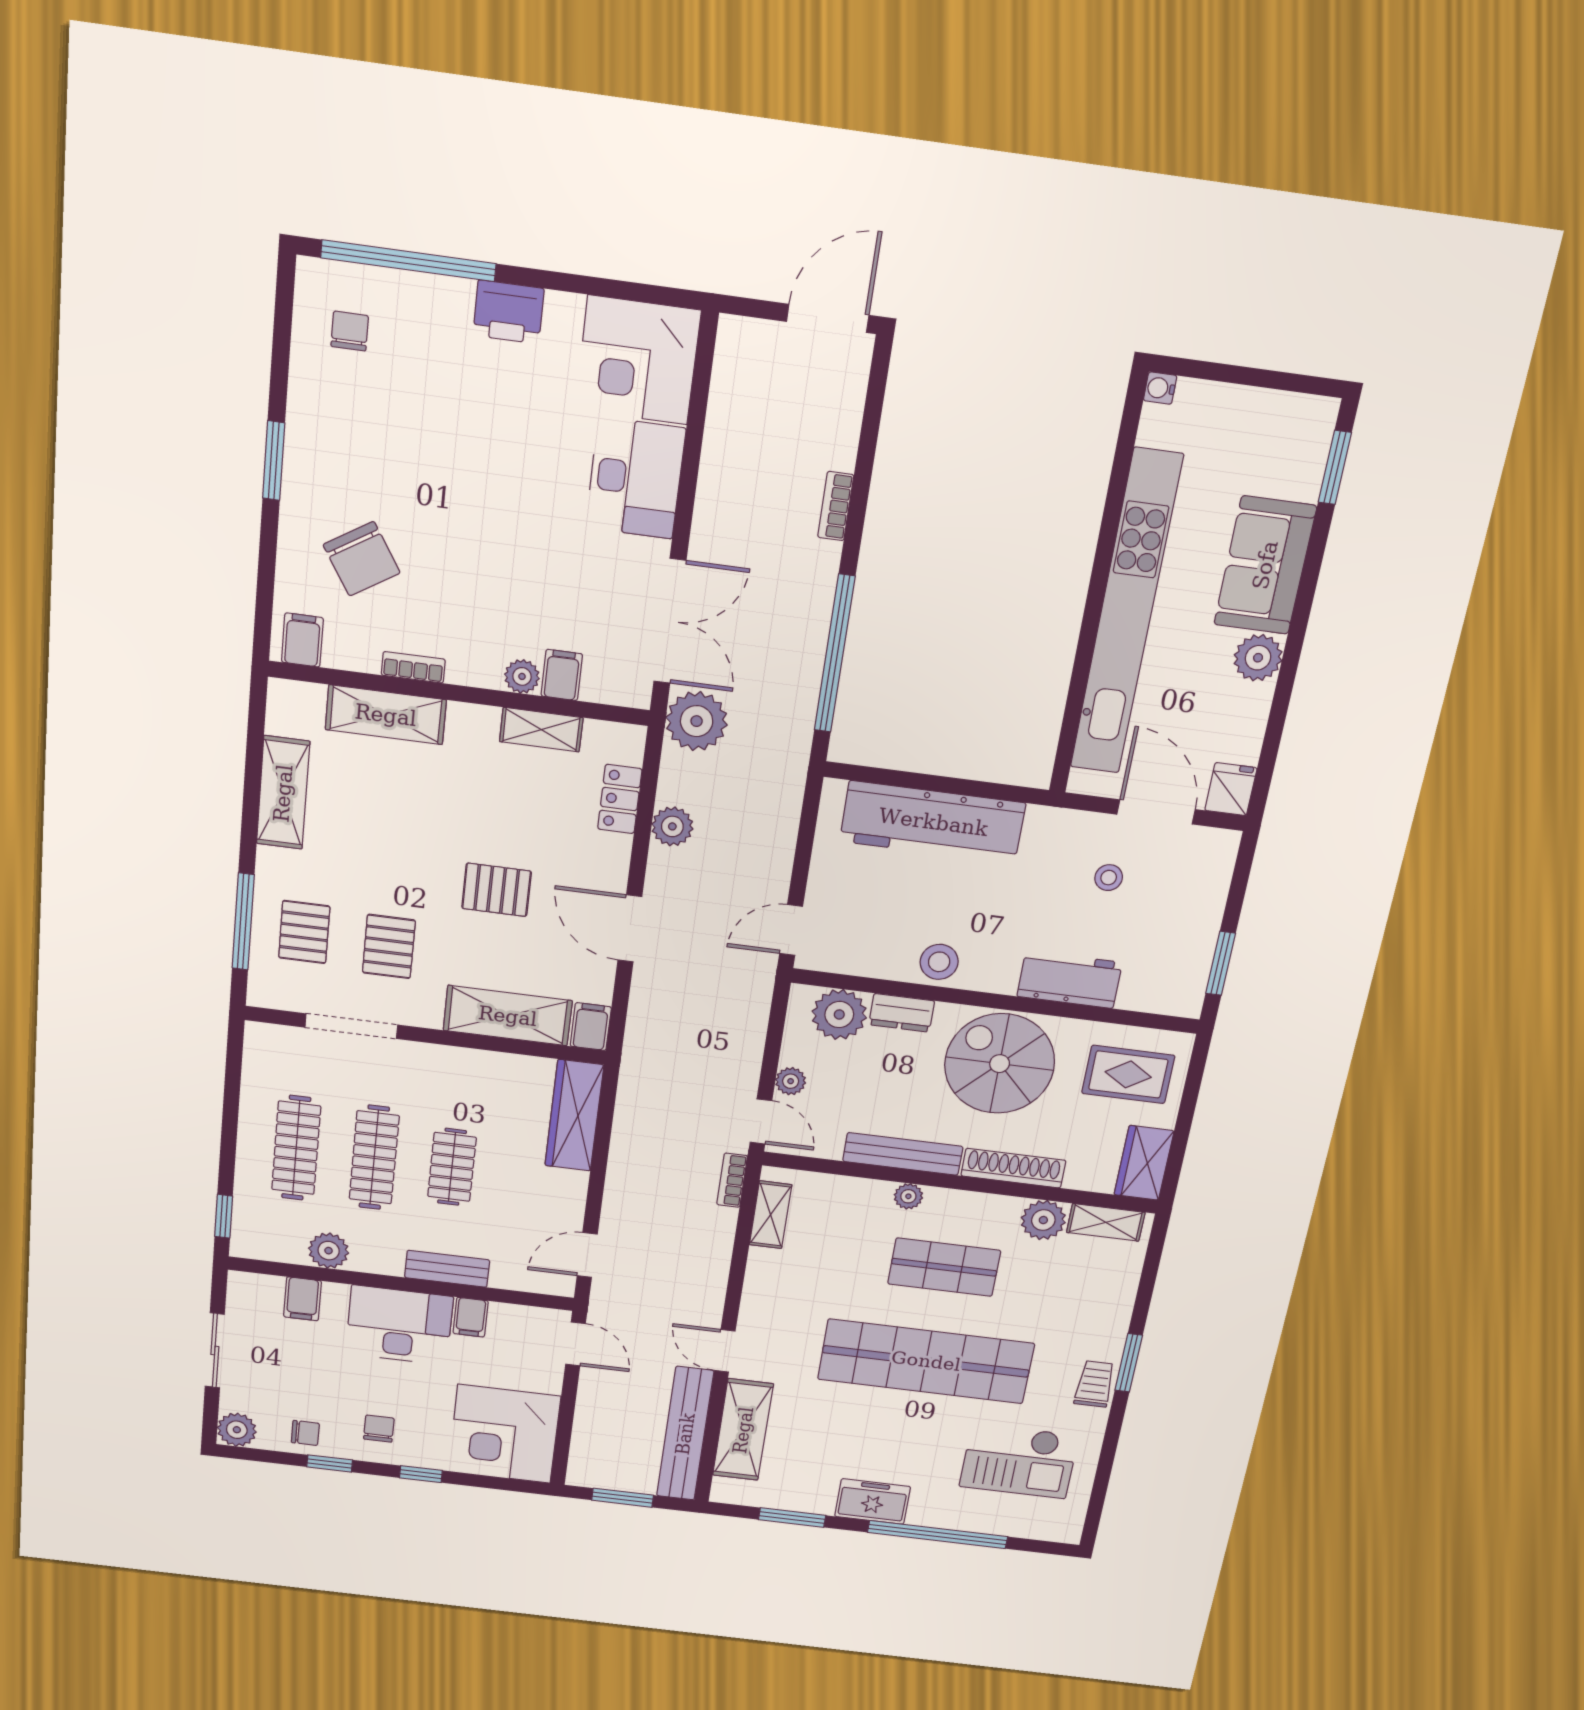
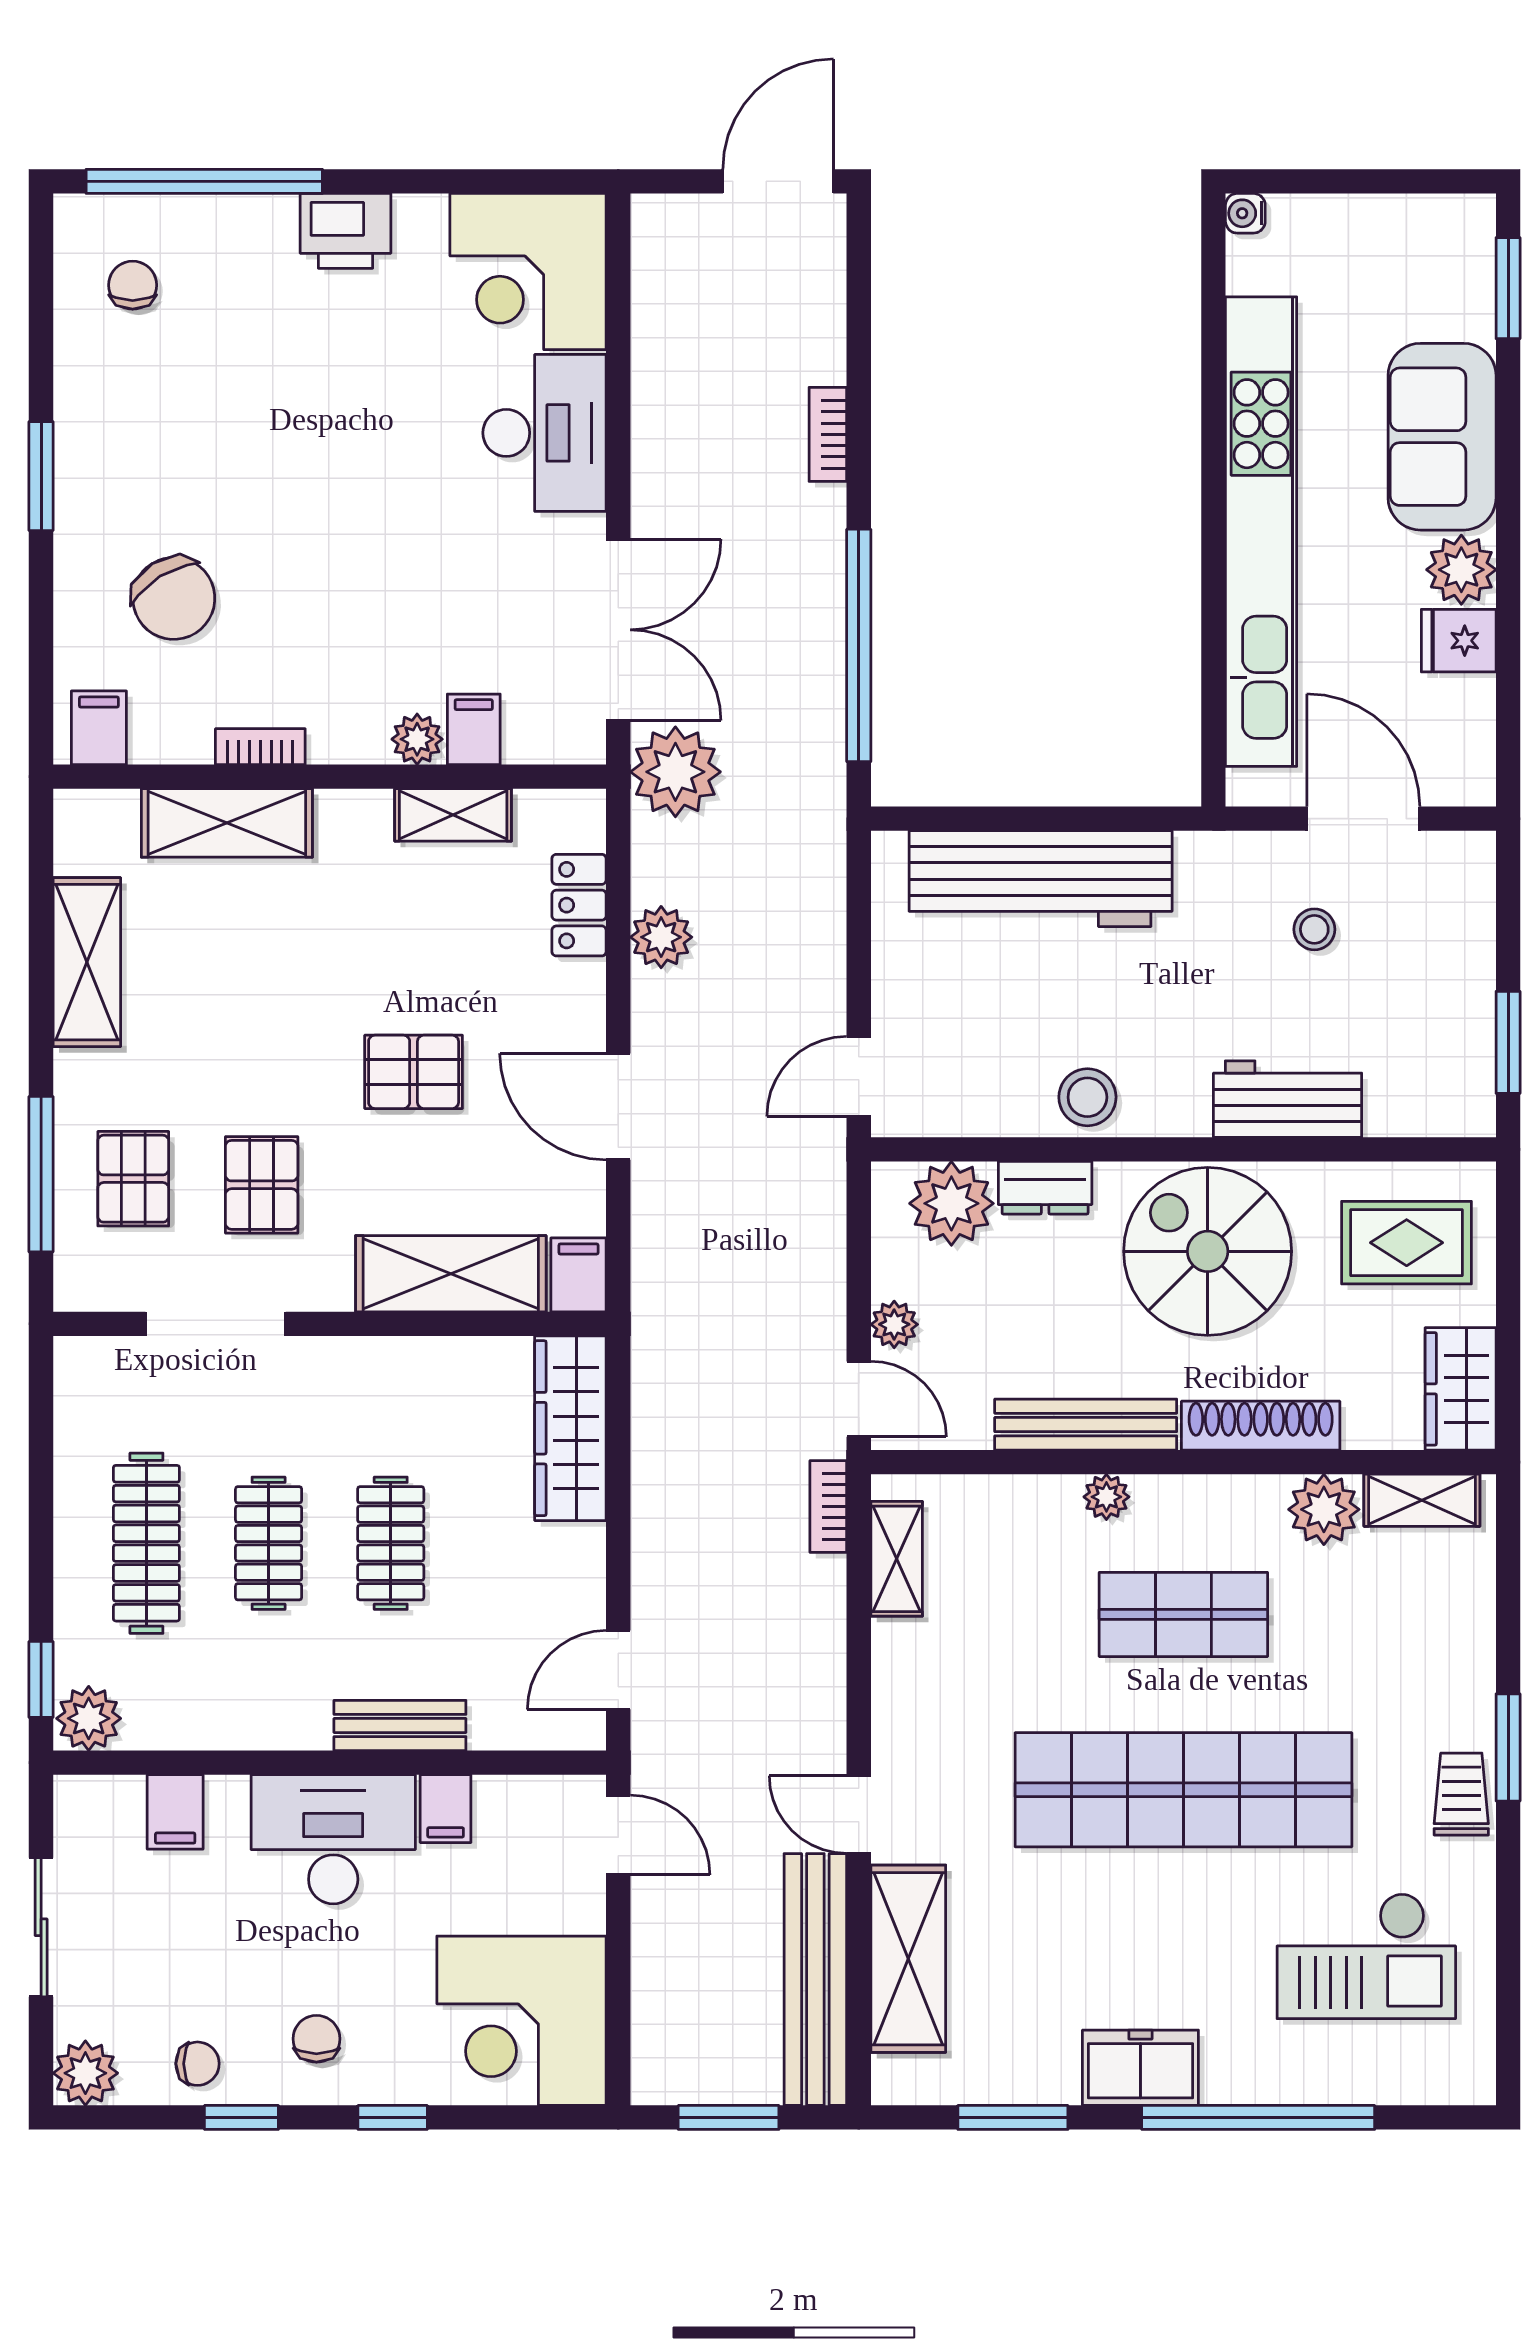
fridge: (1231, 789) -> (1459, 641), moved, turned -90
clothes rail: (374, 1157) -> (269, 1543), width x0.73
plant: (329, 1251) -> (89, 1718), moved

